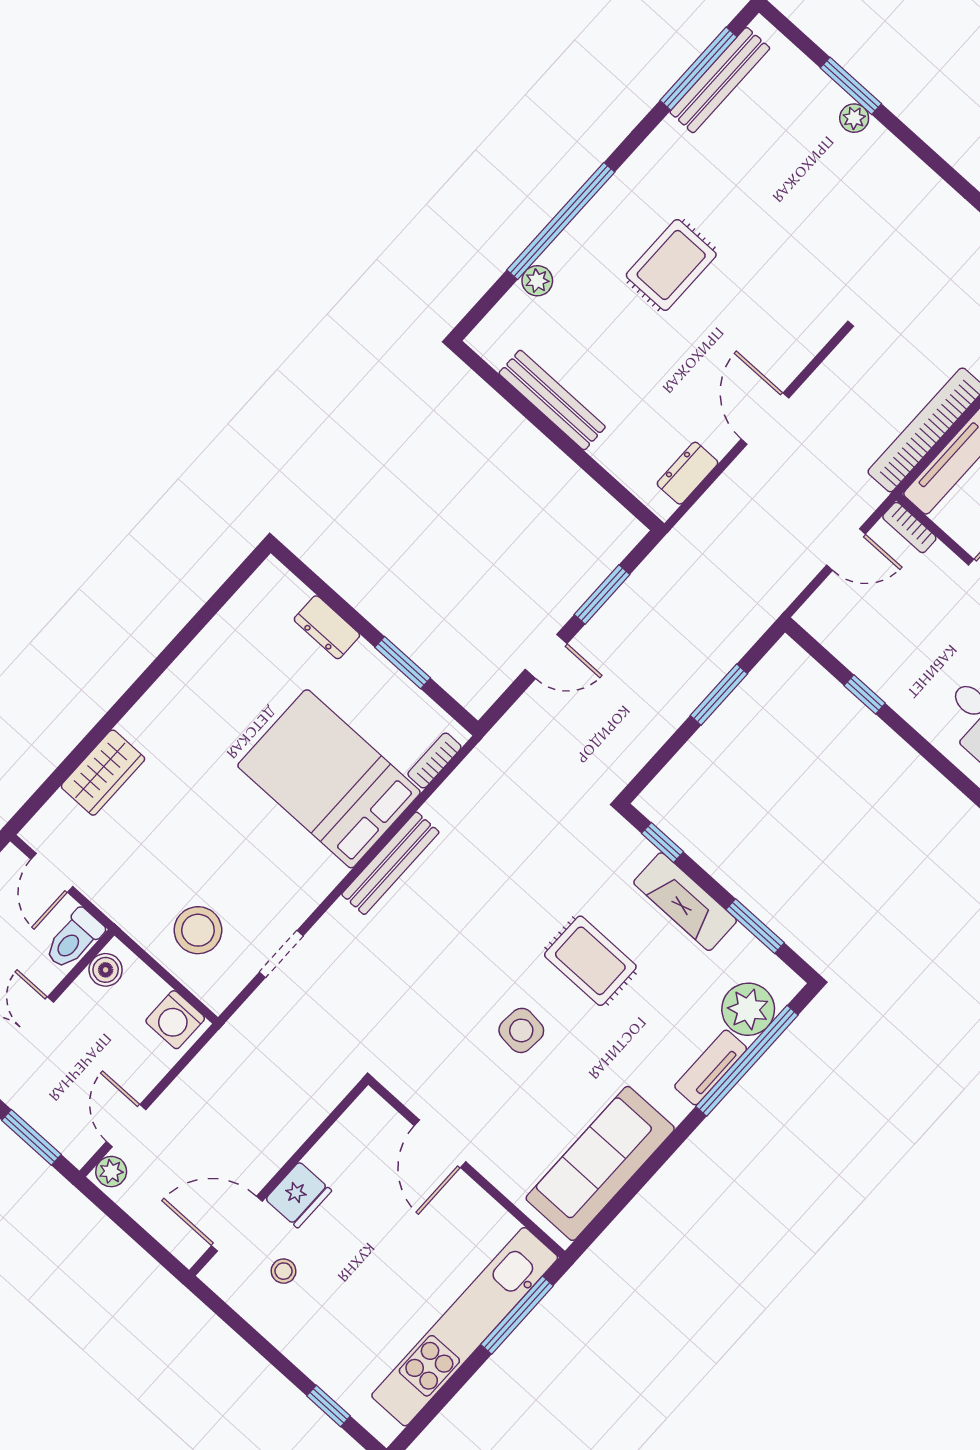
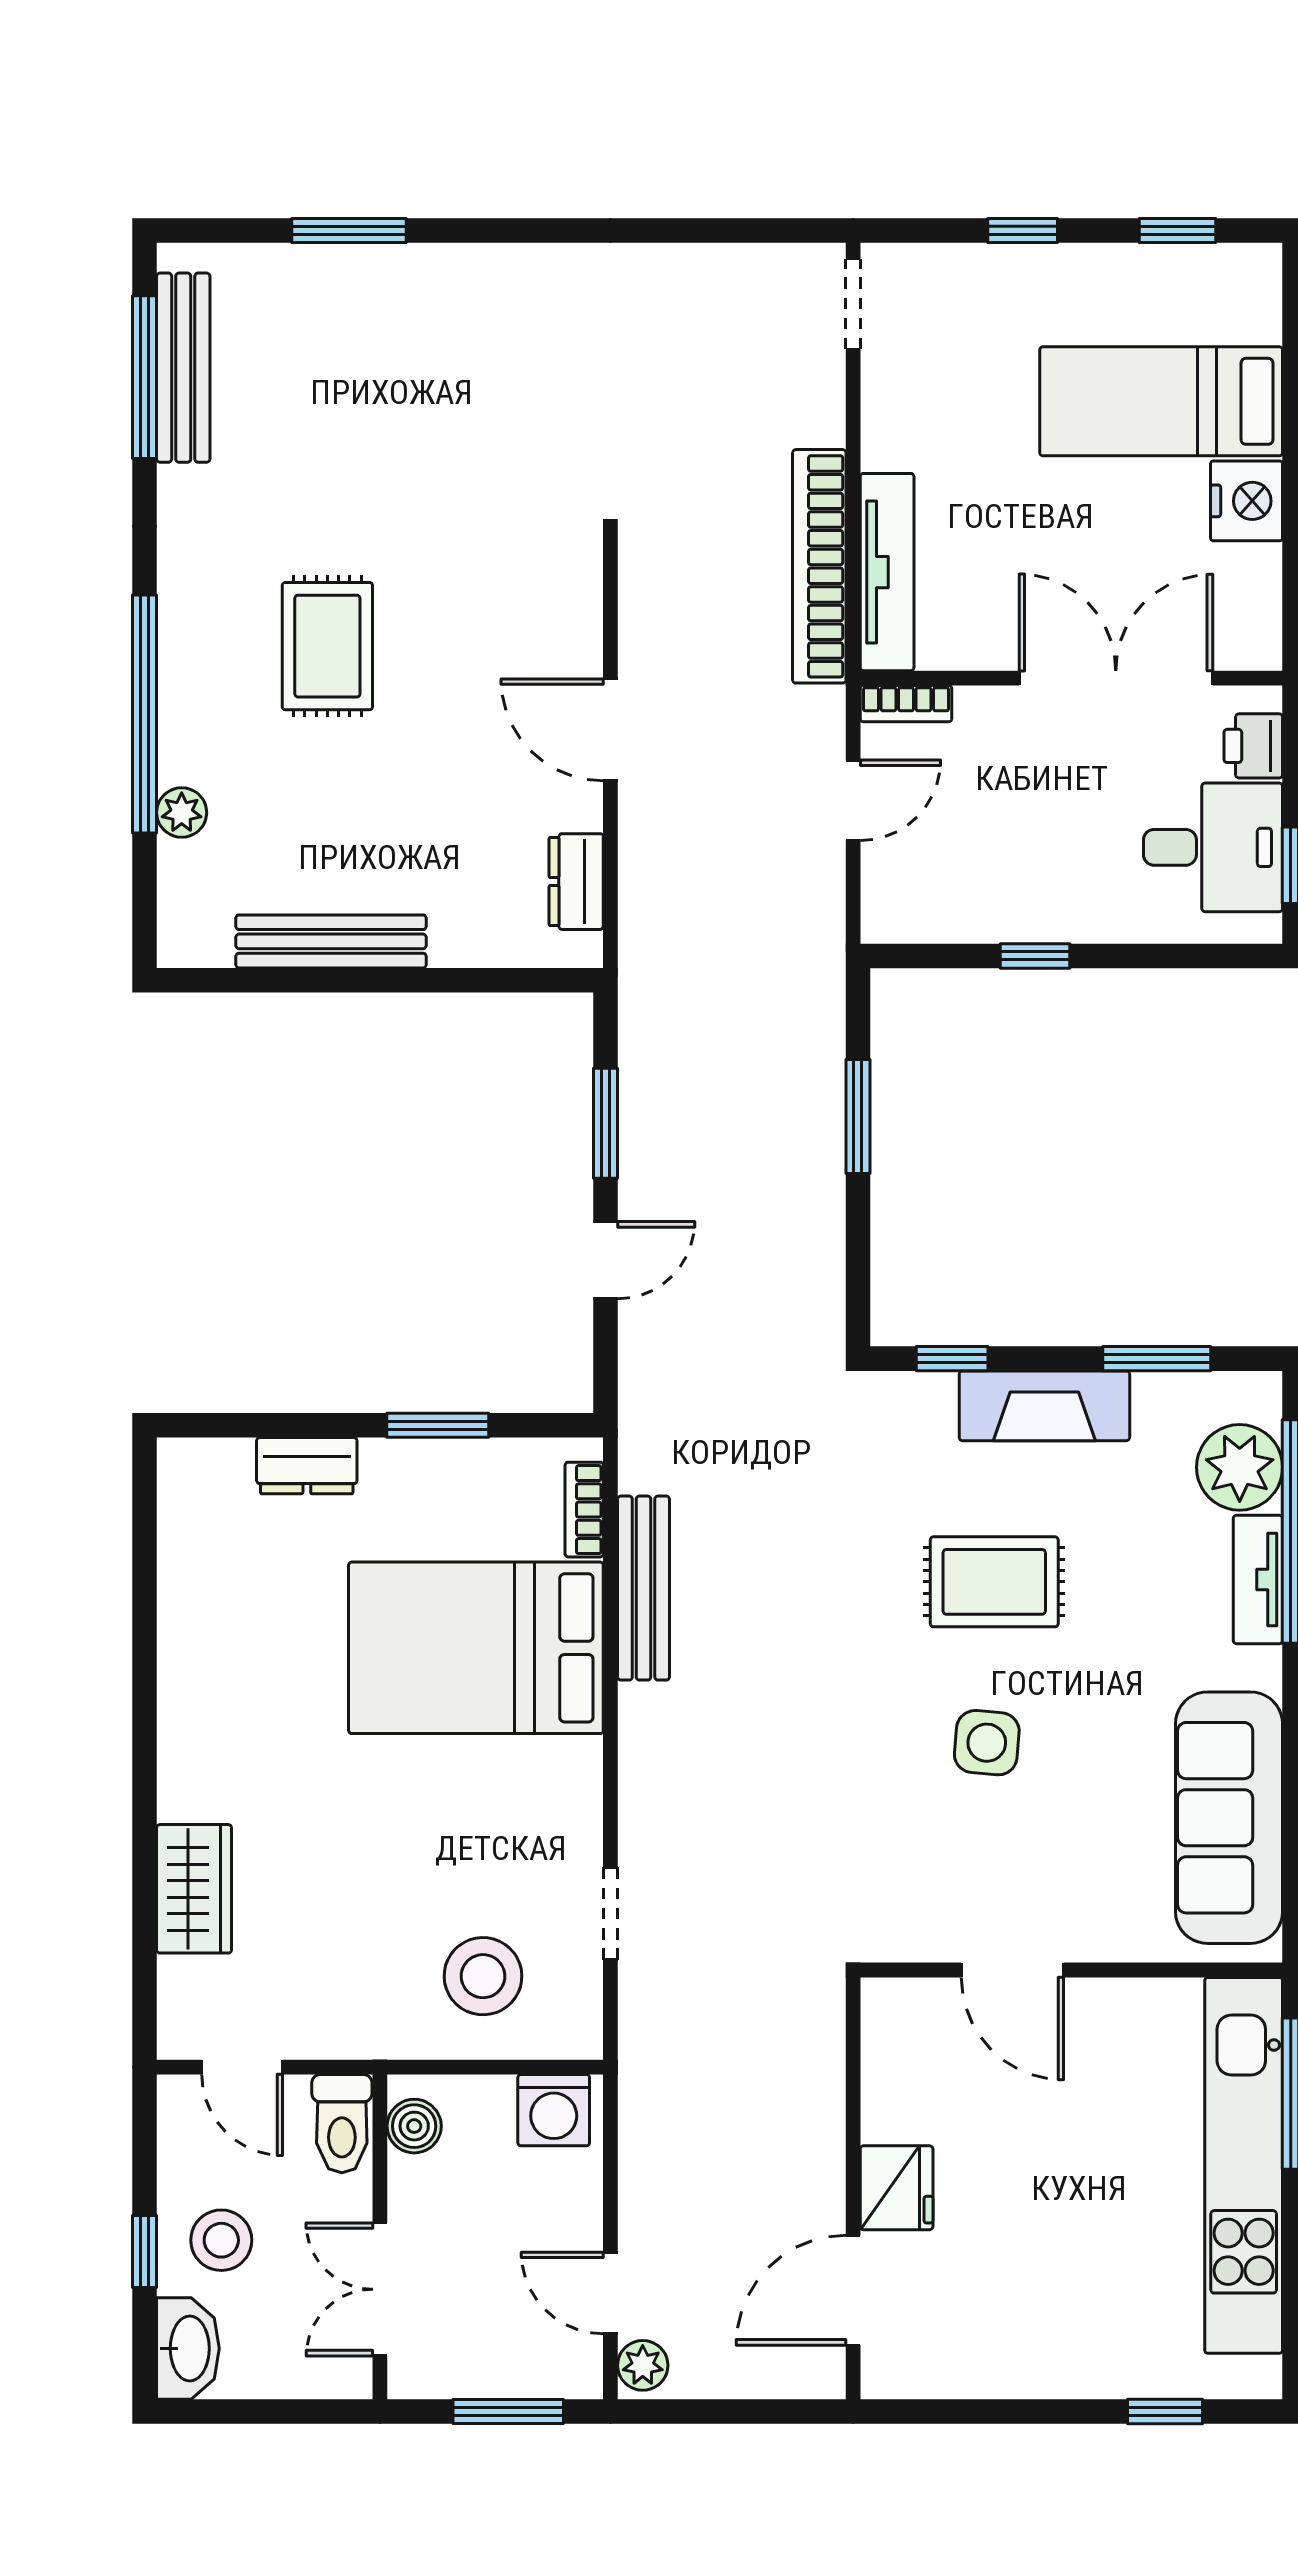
plant: (854, 118) -> (389, 266), removed
bench: (390, 863) -> (644, 1588), moved
stool: (283, 1271) -> (962, 2297), removed

